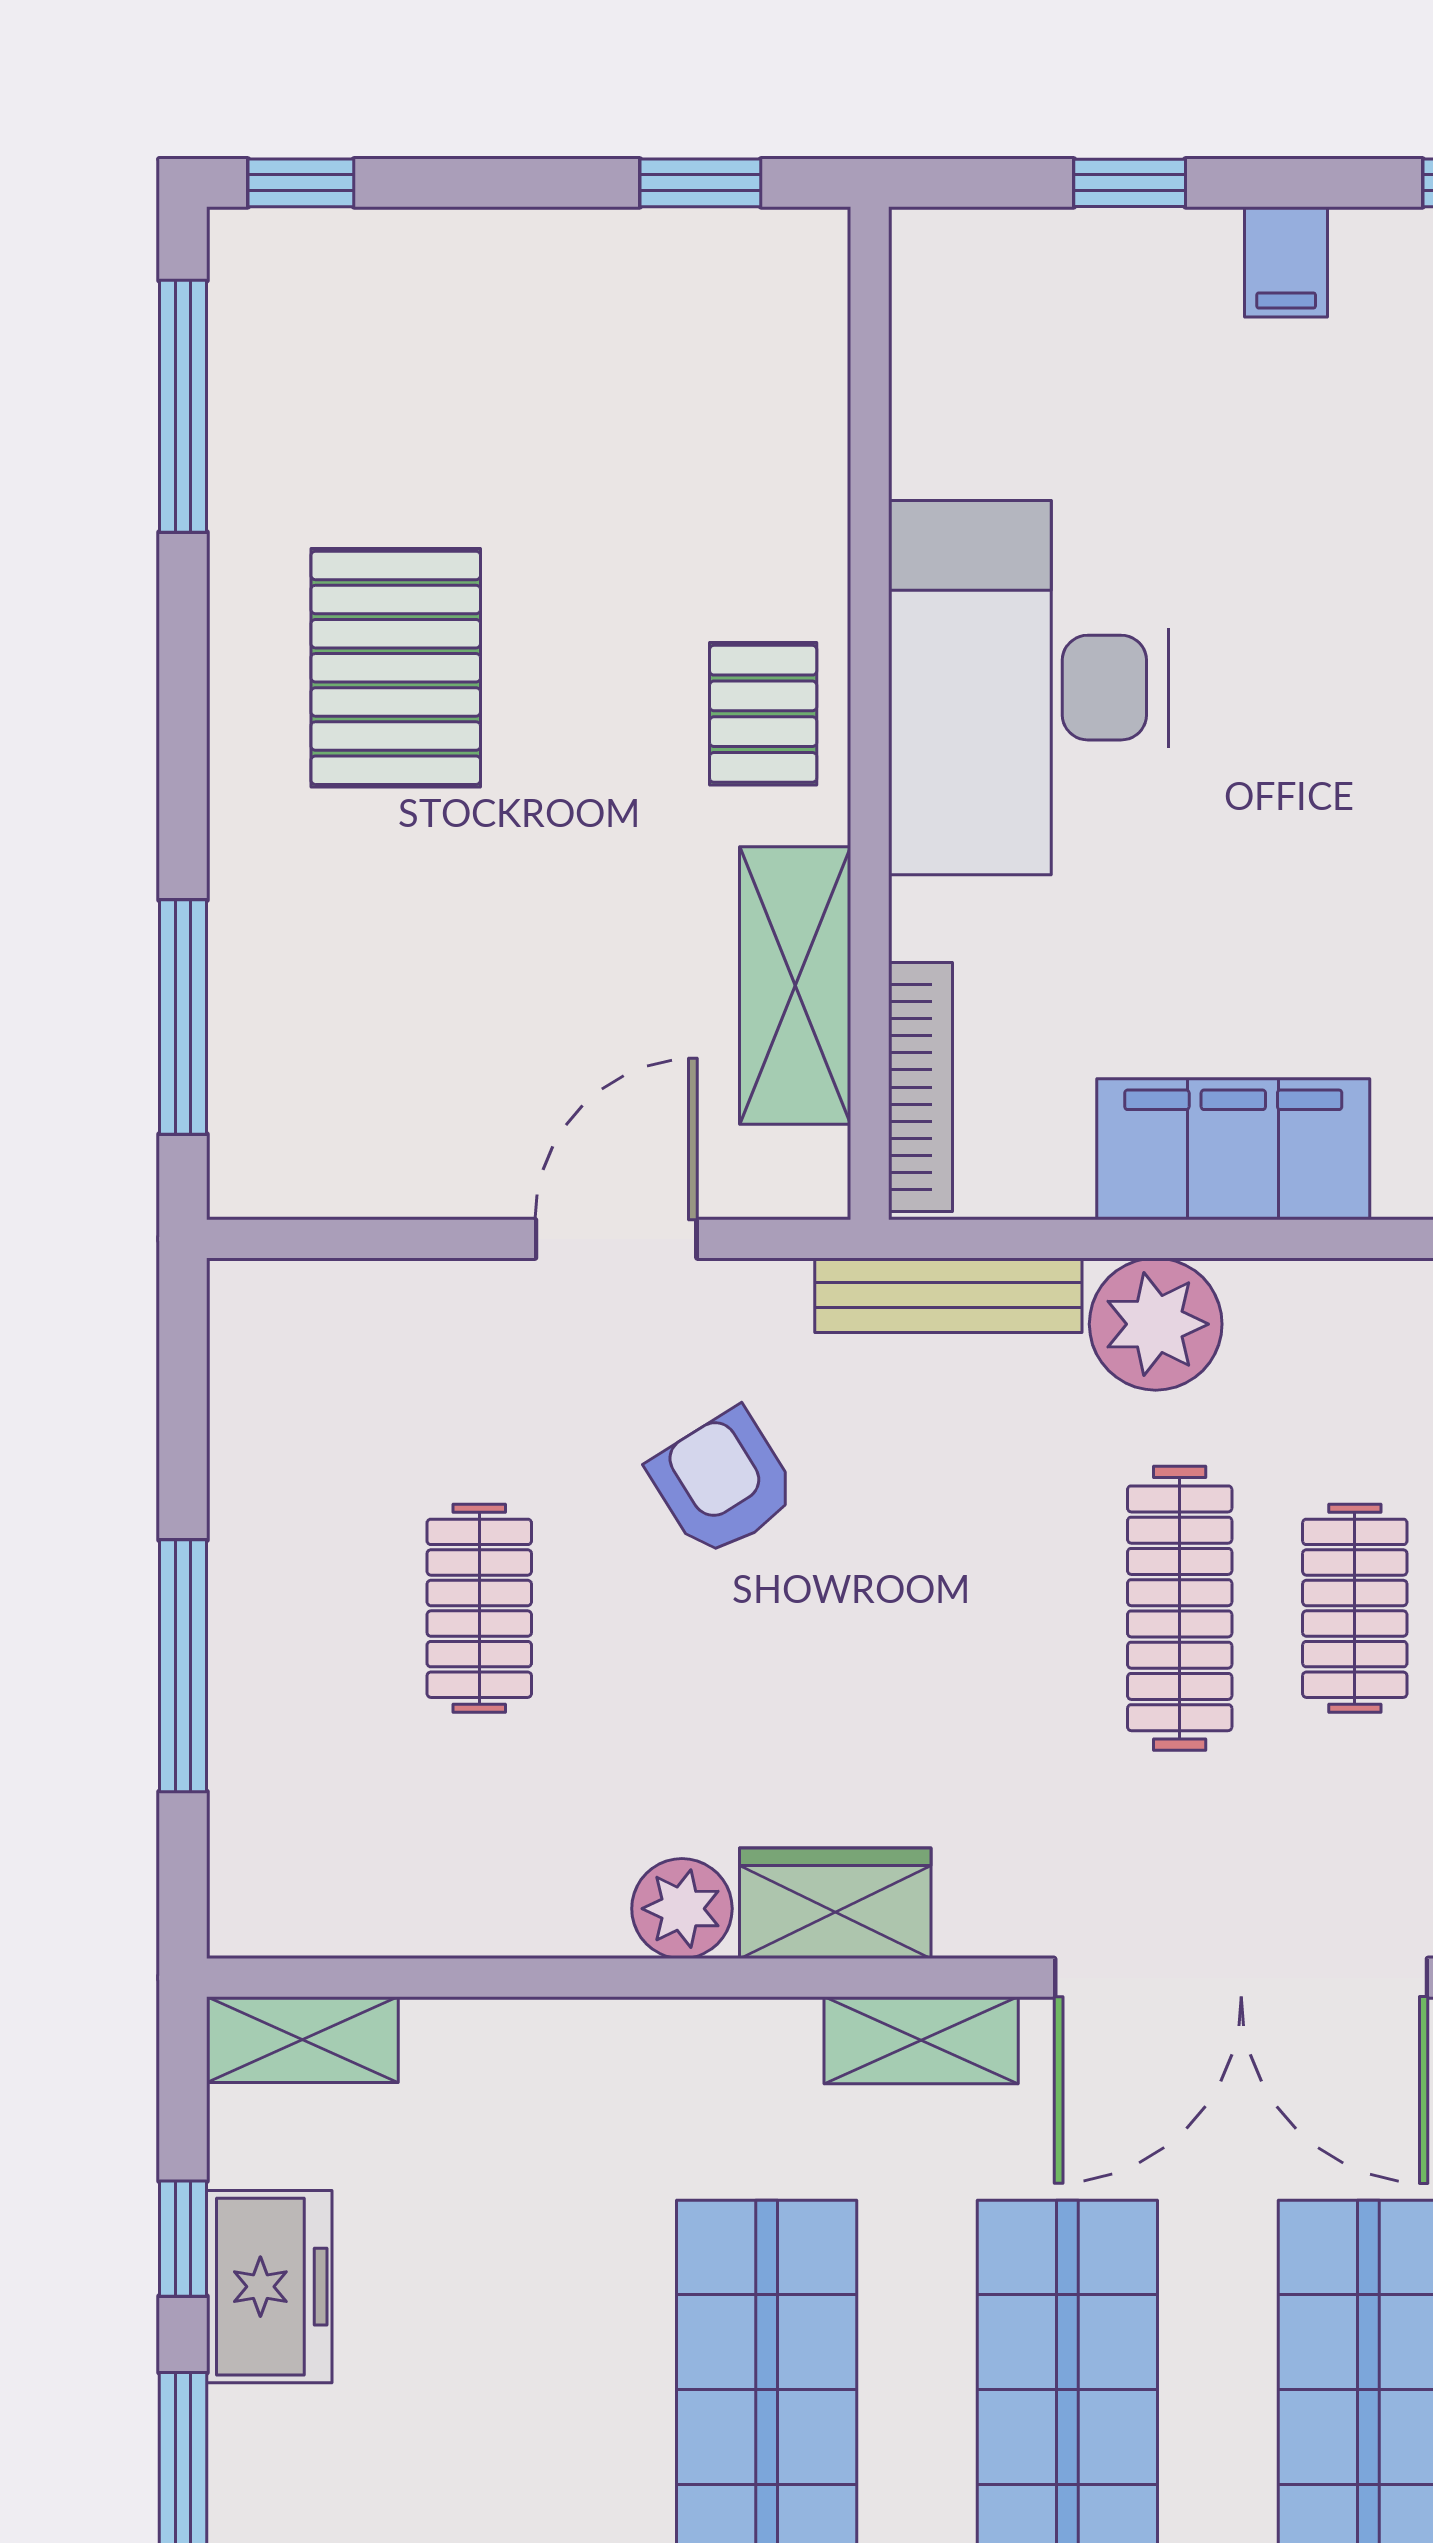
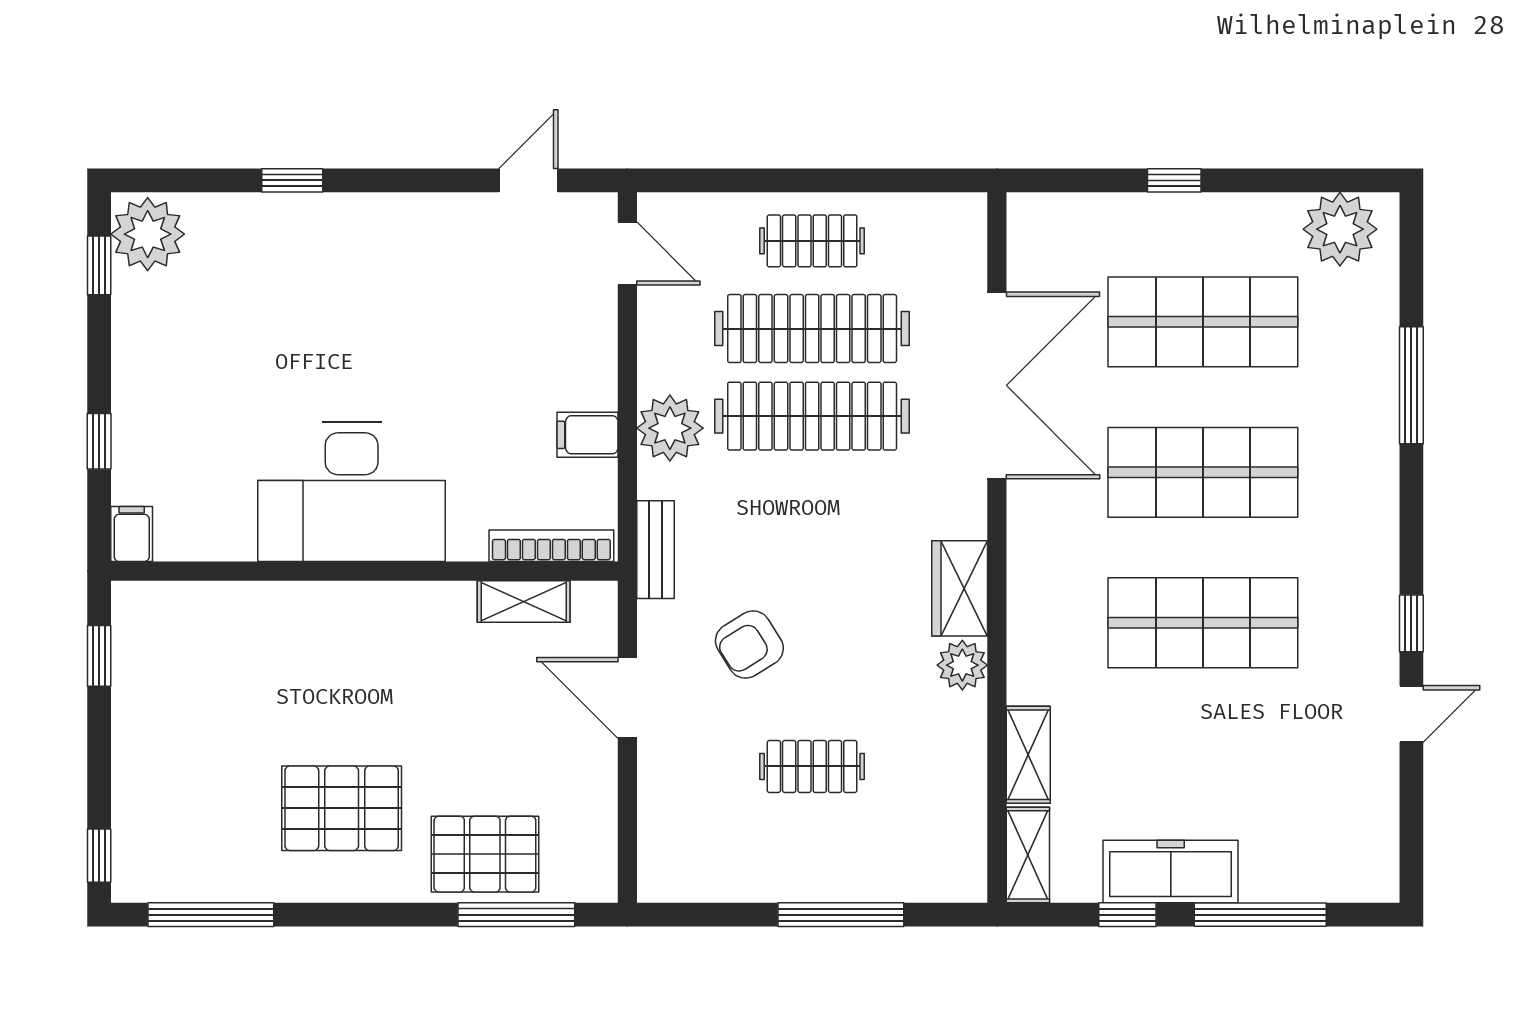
filing cabinet: (1286, 262) -> (132, 534), moved, turned -90
pallet: (763, 714) -> (485, 854), moved, width x1.50, depth x1.42
shelving: (795, 985) -> (524, 601), width x0.67, depth x0.75
filing cabinet: (1233, 1149) -> (588, 435), width x0.33, depth x0.86
bench: (948, 1295) -> (656, 550), width x0.73
clothes rail: (1180, 1608) -> (812, 416), width x1.37, depth x1.31
clothes rail: (1355, 1608) -> (812, 329), width x1.86, depth x1.31
shelving: (921, 2040) -> (1028, 755), moved
freezer: (269, 2287) -> (1171, 872), width x1.40

